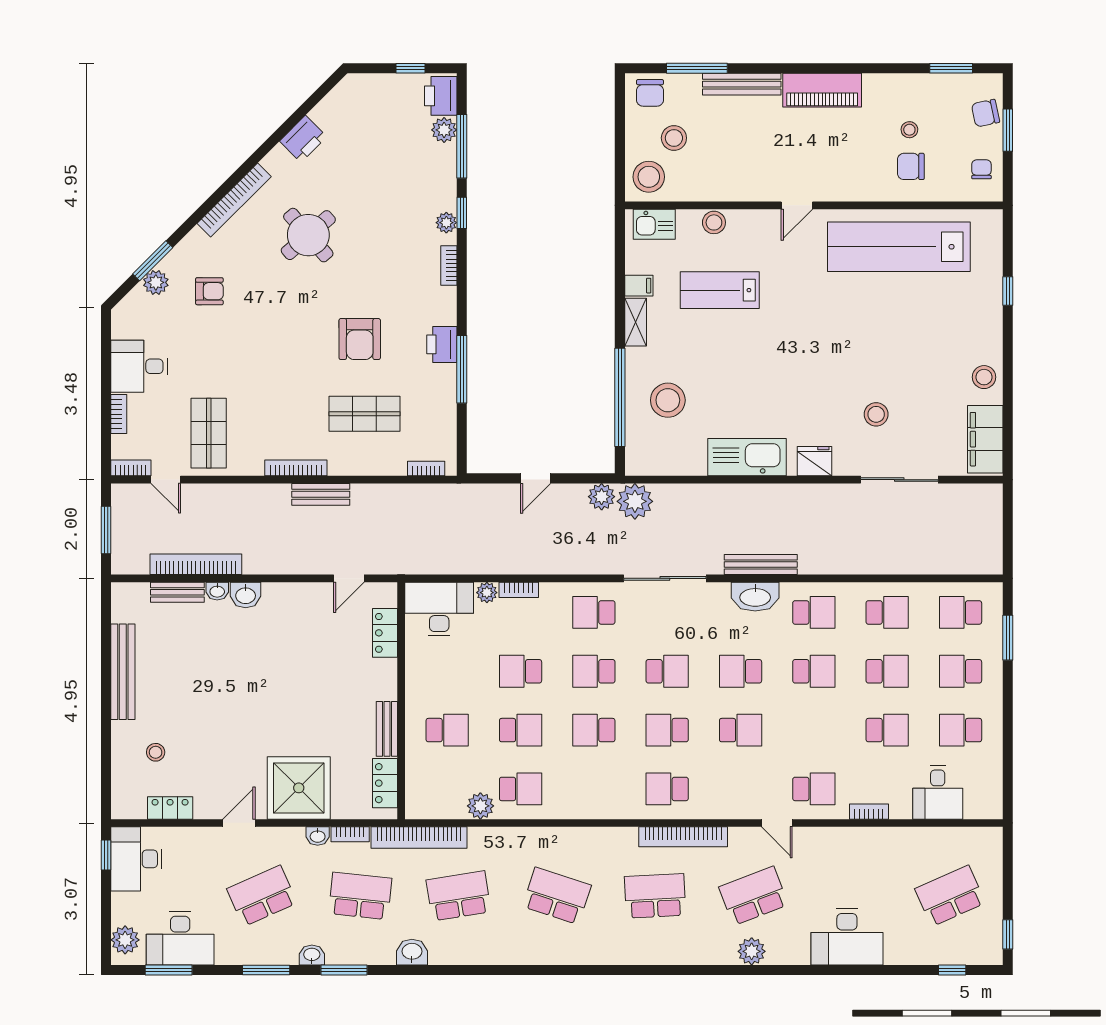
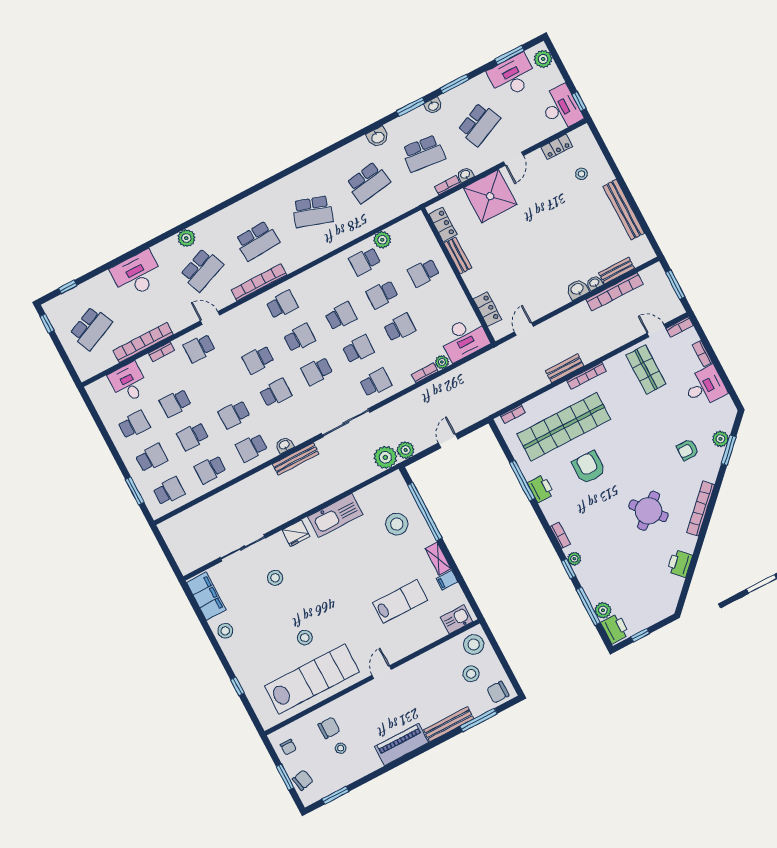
chair: (650, 93) -> (498, 692), turned -90
stool: (714, 222) -> (305, 638), moved
shop shelf: (365, 414) -> (564, 427), width x2.00, depth x1.36
washbasin: (755, 597) -> (284, 445), width x0.52, depth x0.69
bookcase: (419, 838) -> (143, 343), moved

